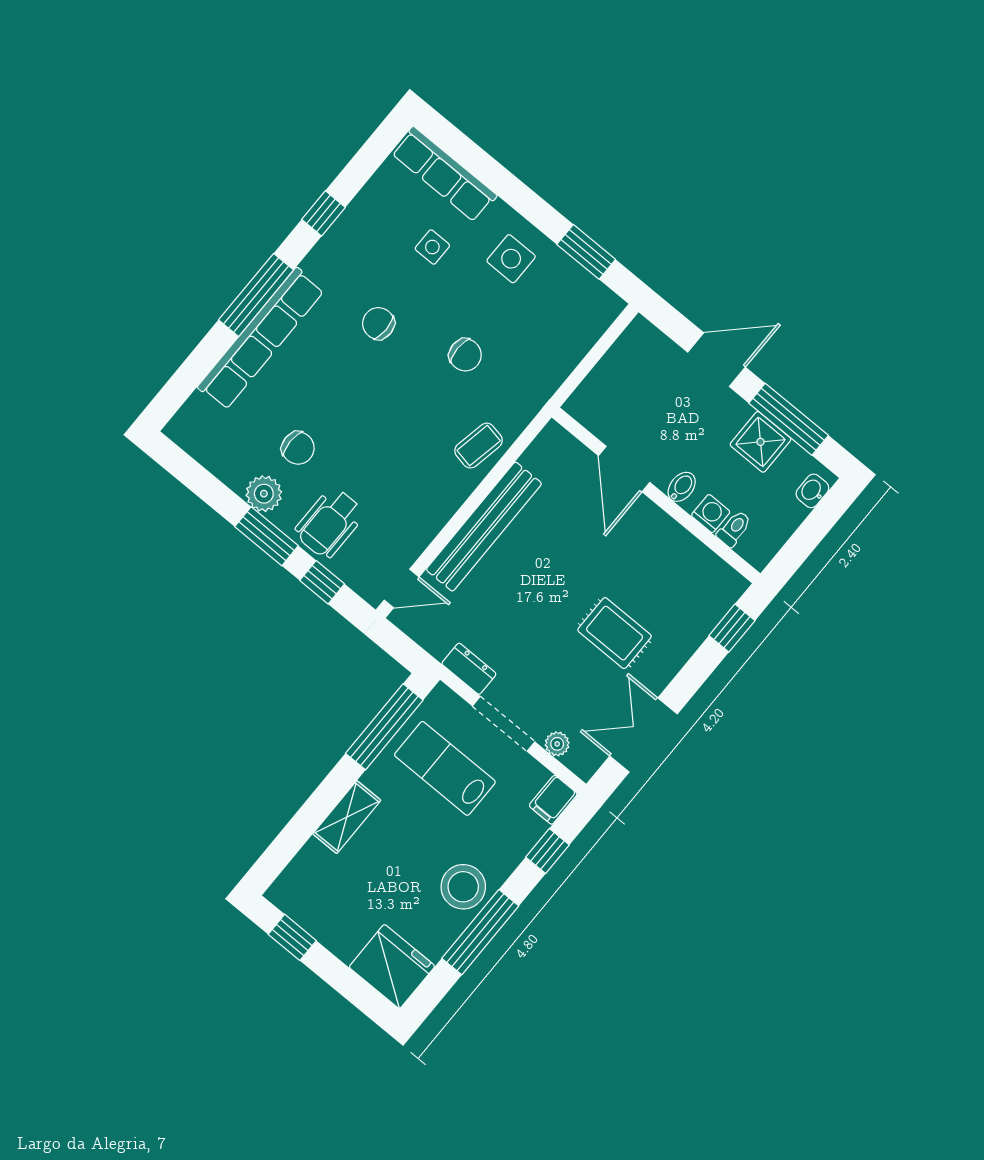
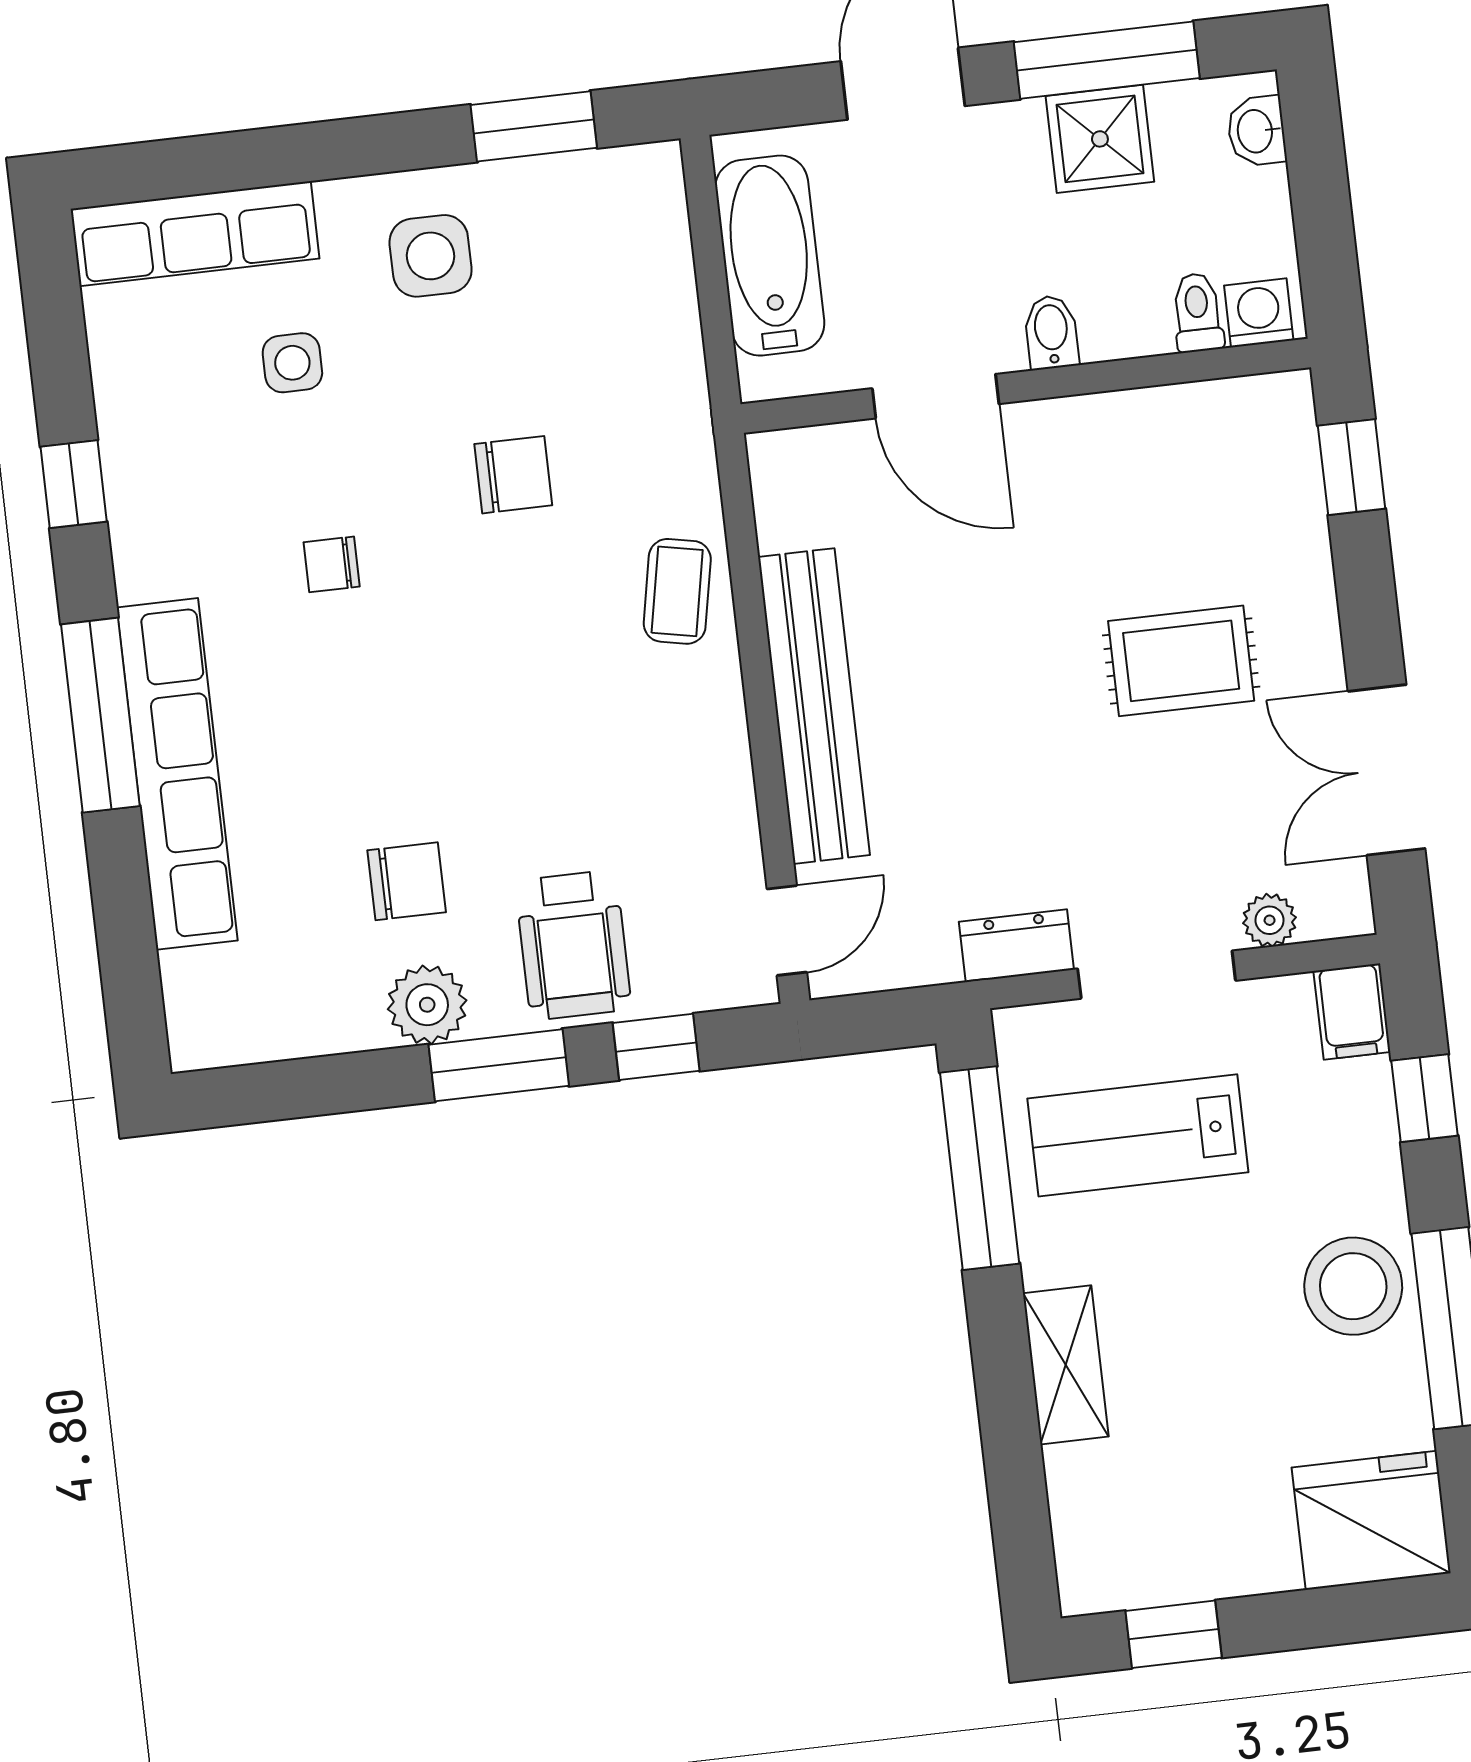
chair: (378, 323) -> (332, 564), width x0.73, depth x0.73
bathtub: (618, 370) -> (770, 256), added
washing machine: (711, 514) -> (1259, 313), moved

